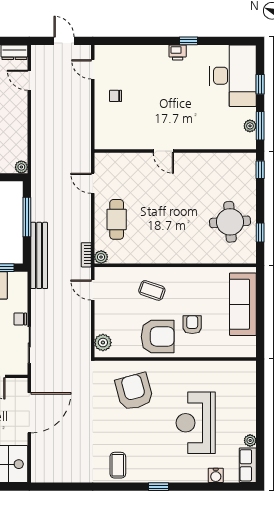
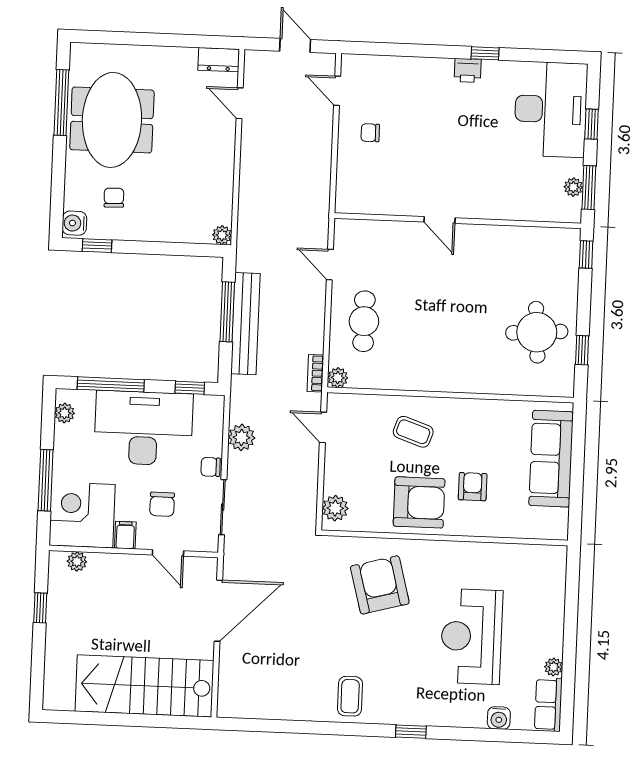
bench: (39, 255) -> (245, 324), moved
plant: (40, 299) -> (242, 437), added

